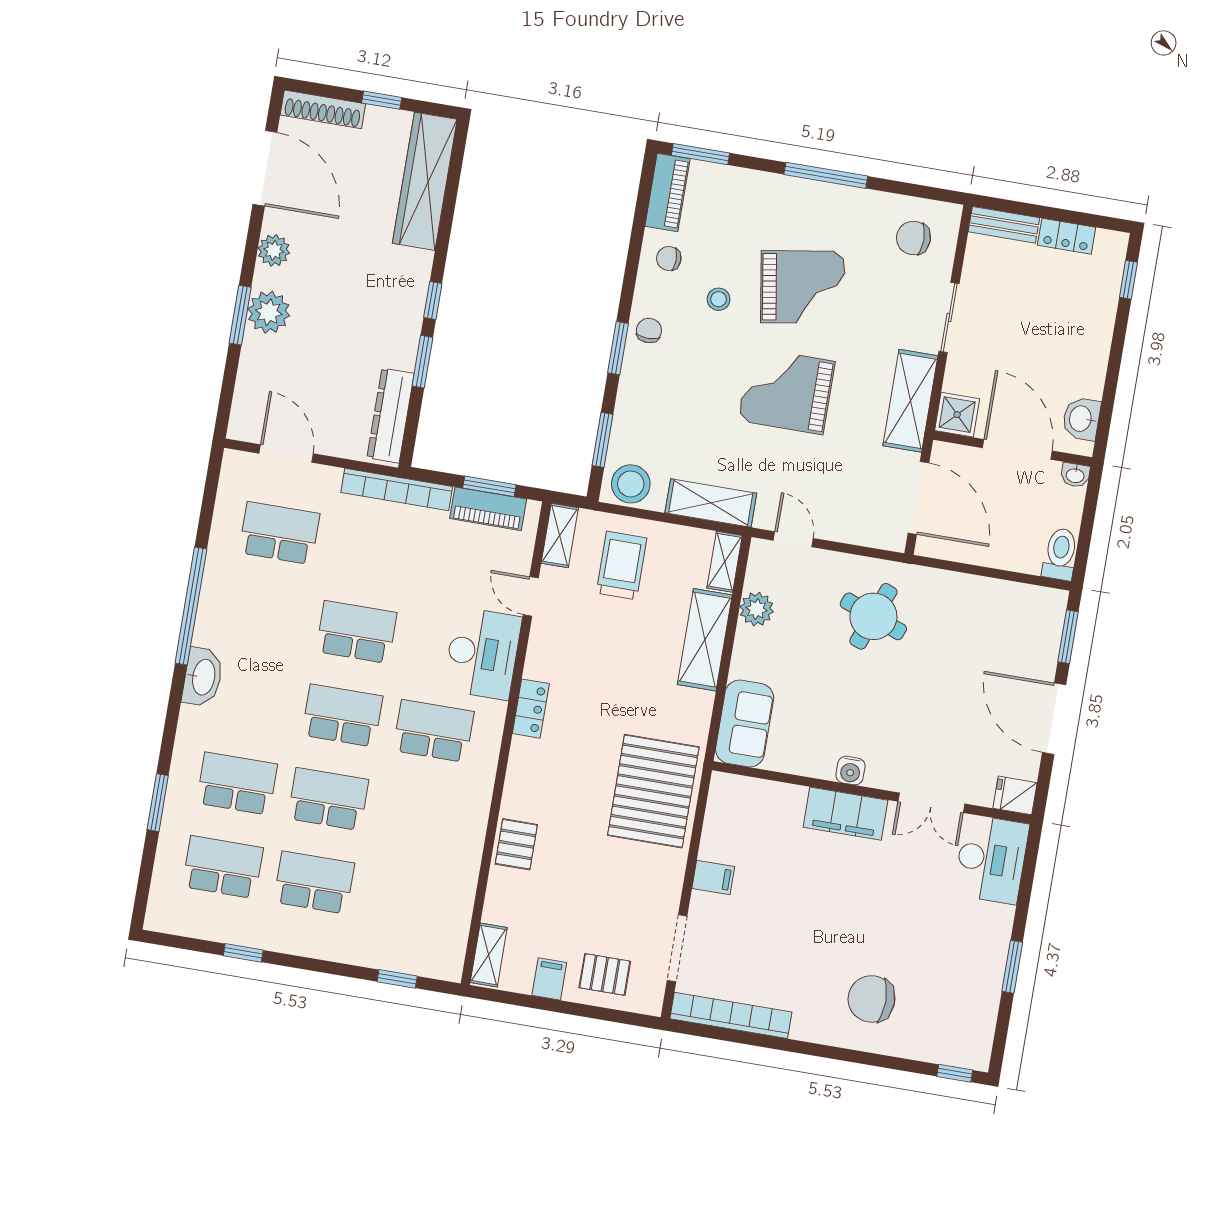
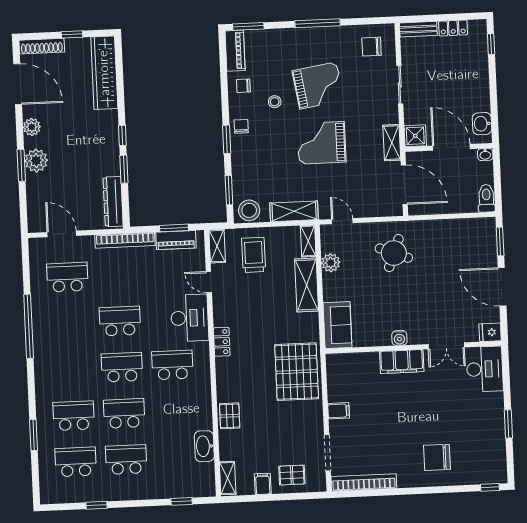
shelving: (910, 401) -> (392, 143), width x0.67, depth x0.75
washbasin: (203, 677) -> (204, 446), moved, turned 180

